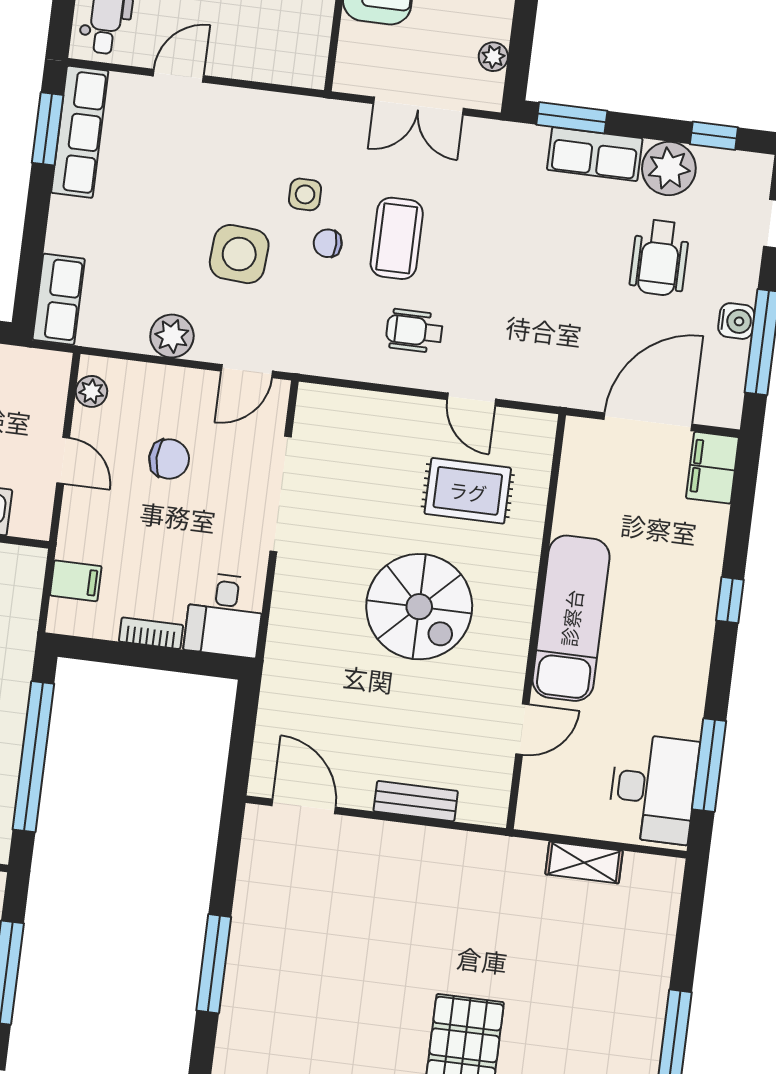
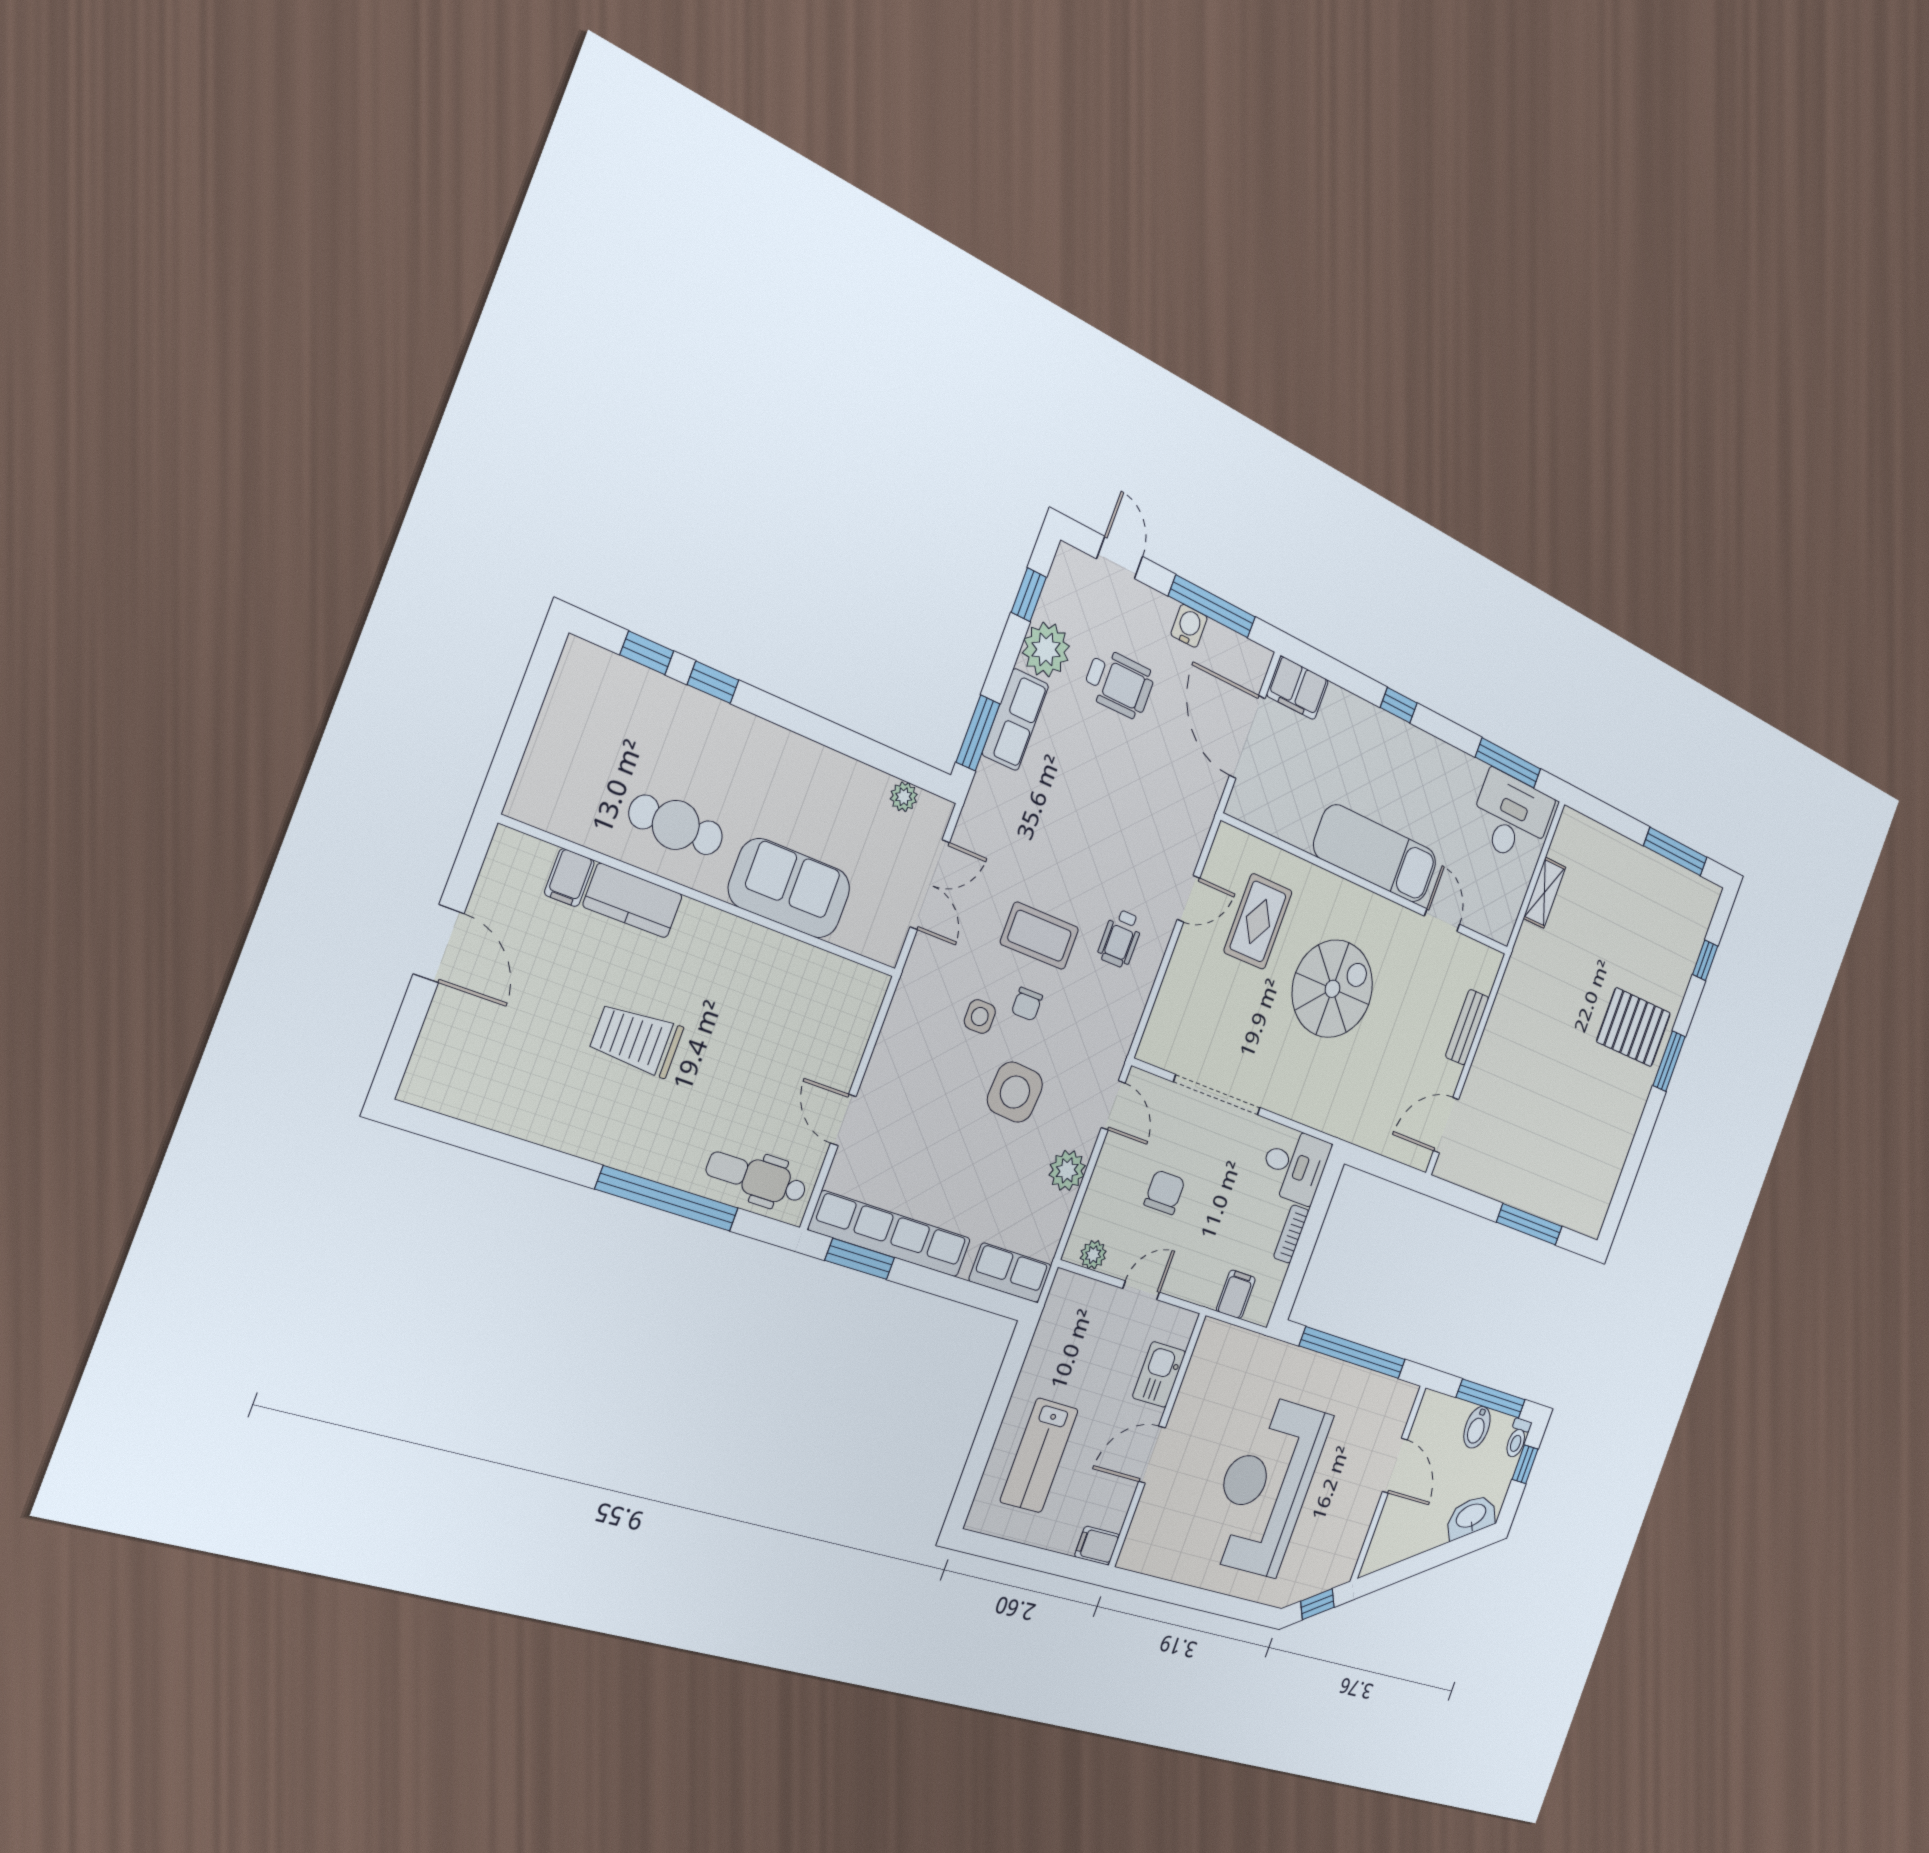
row of seats: (80, 132) -> (890, 1234), width x1.36

